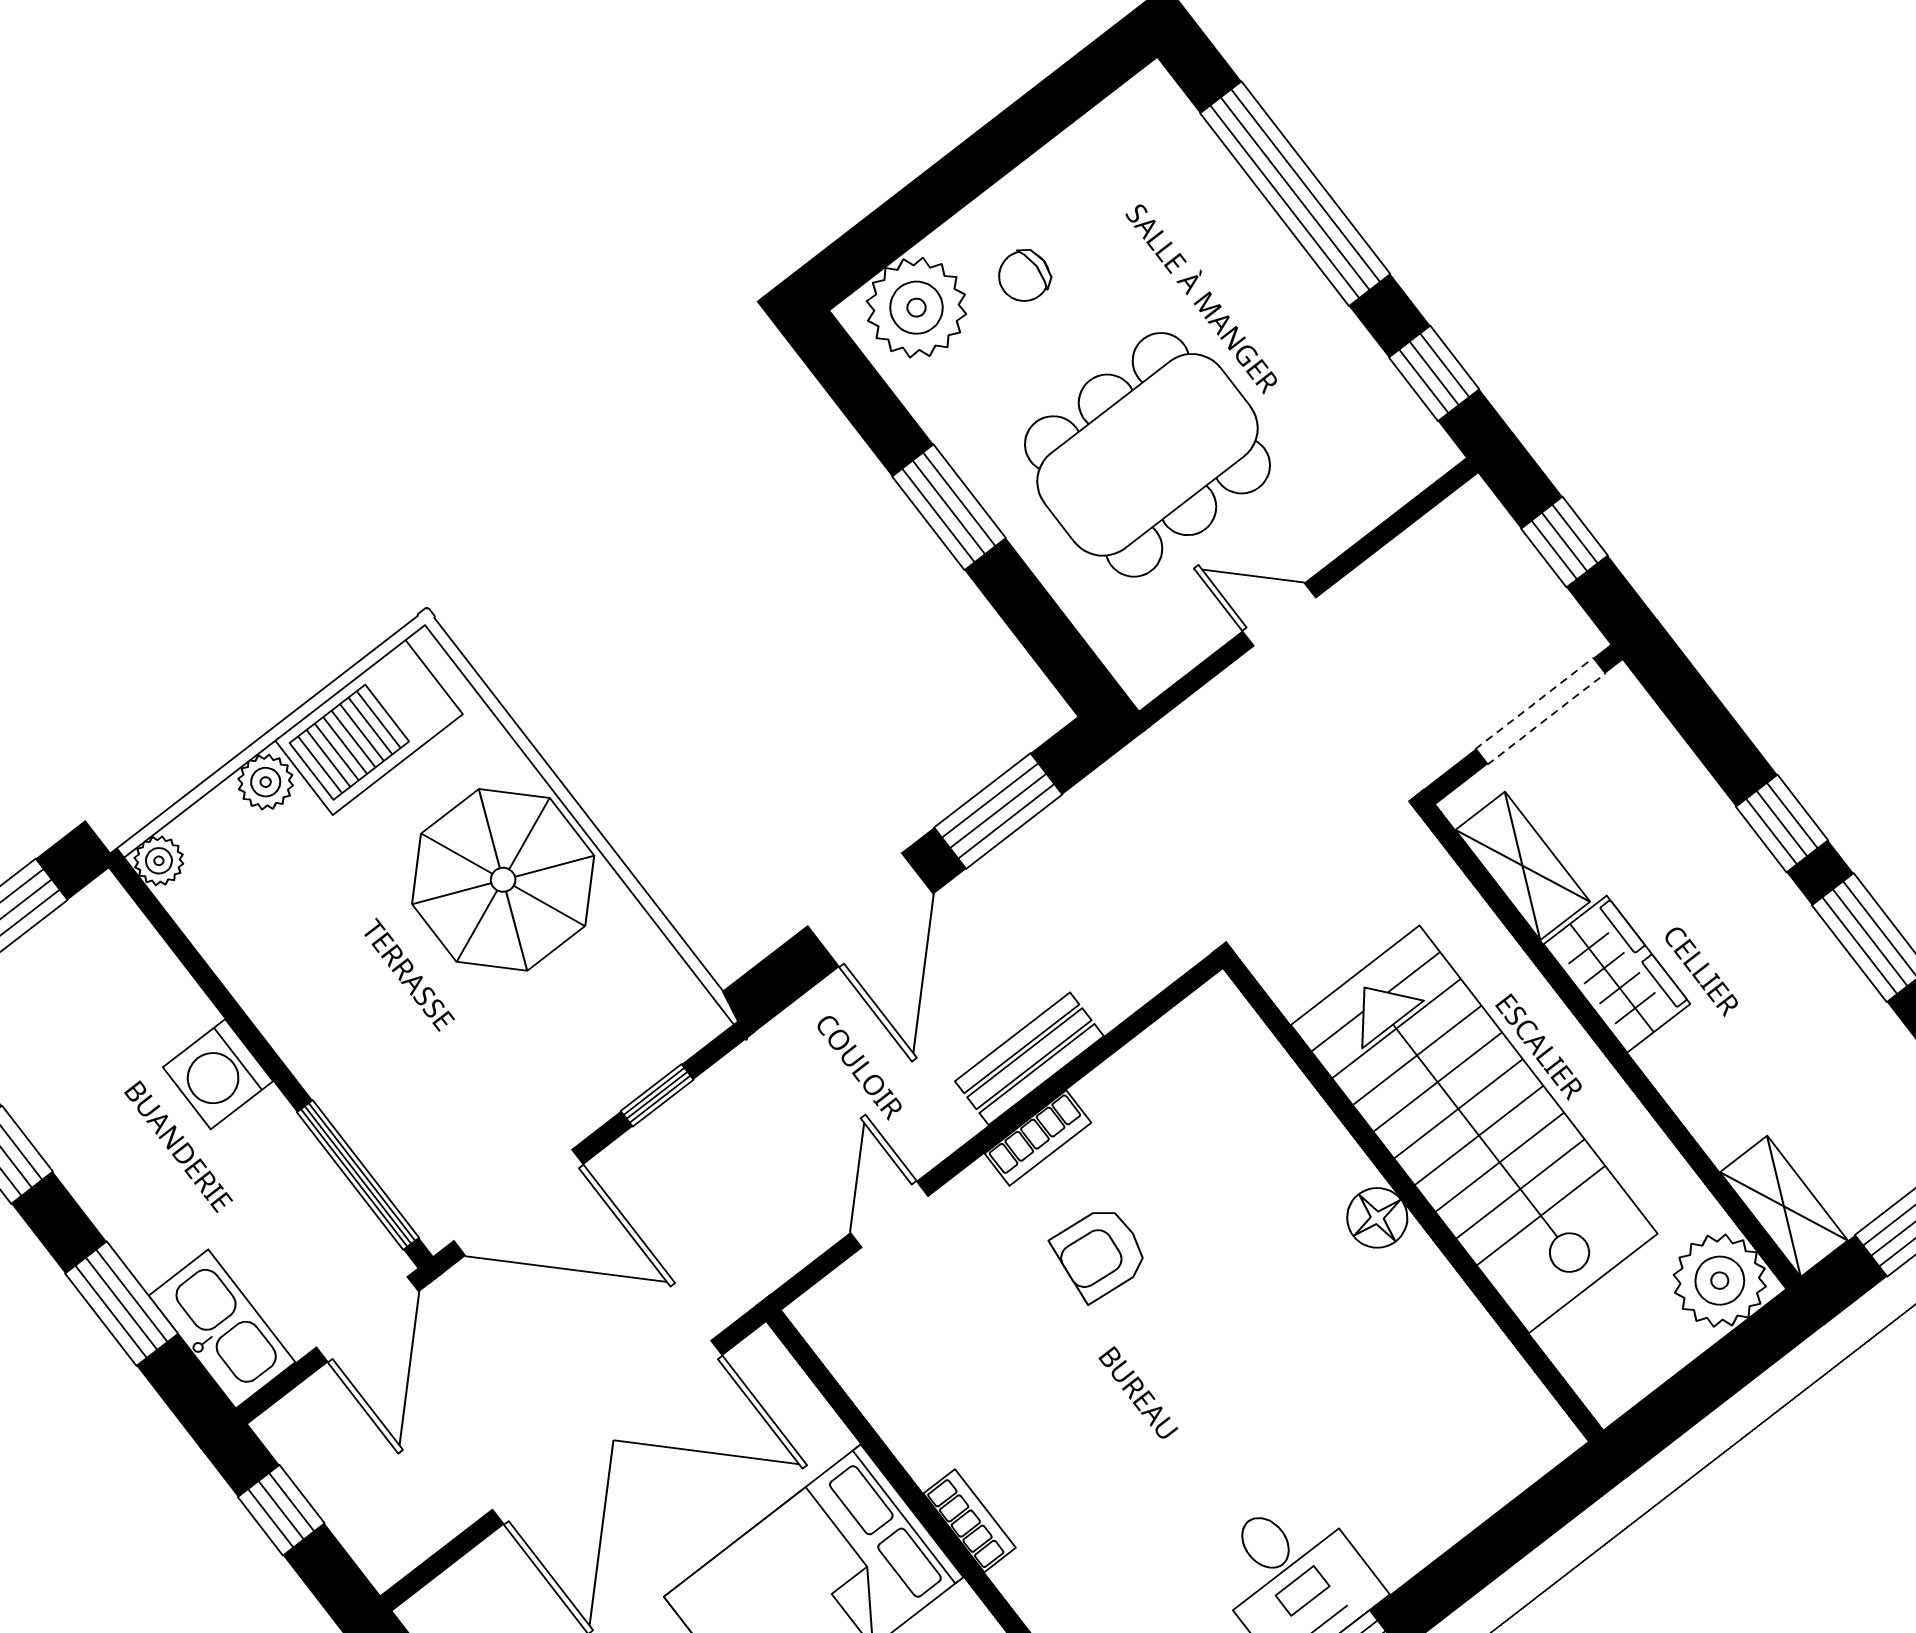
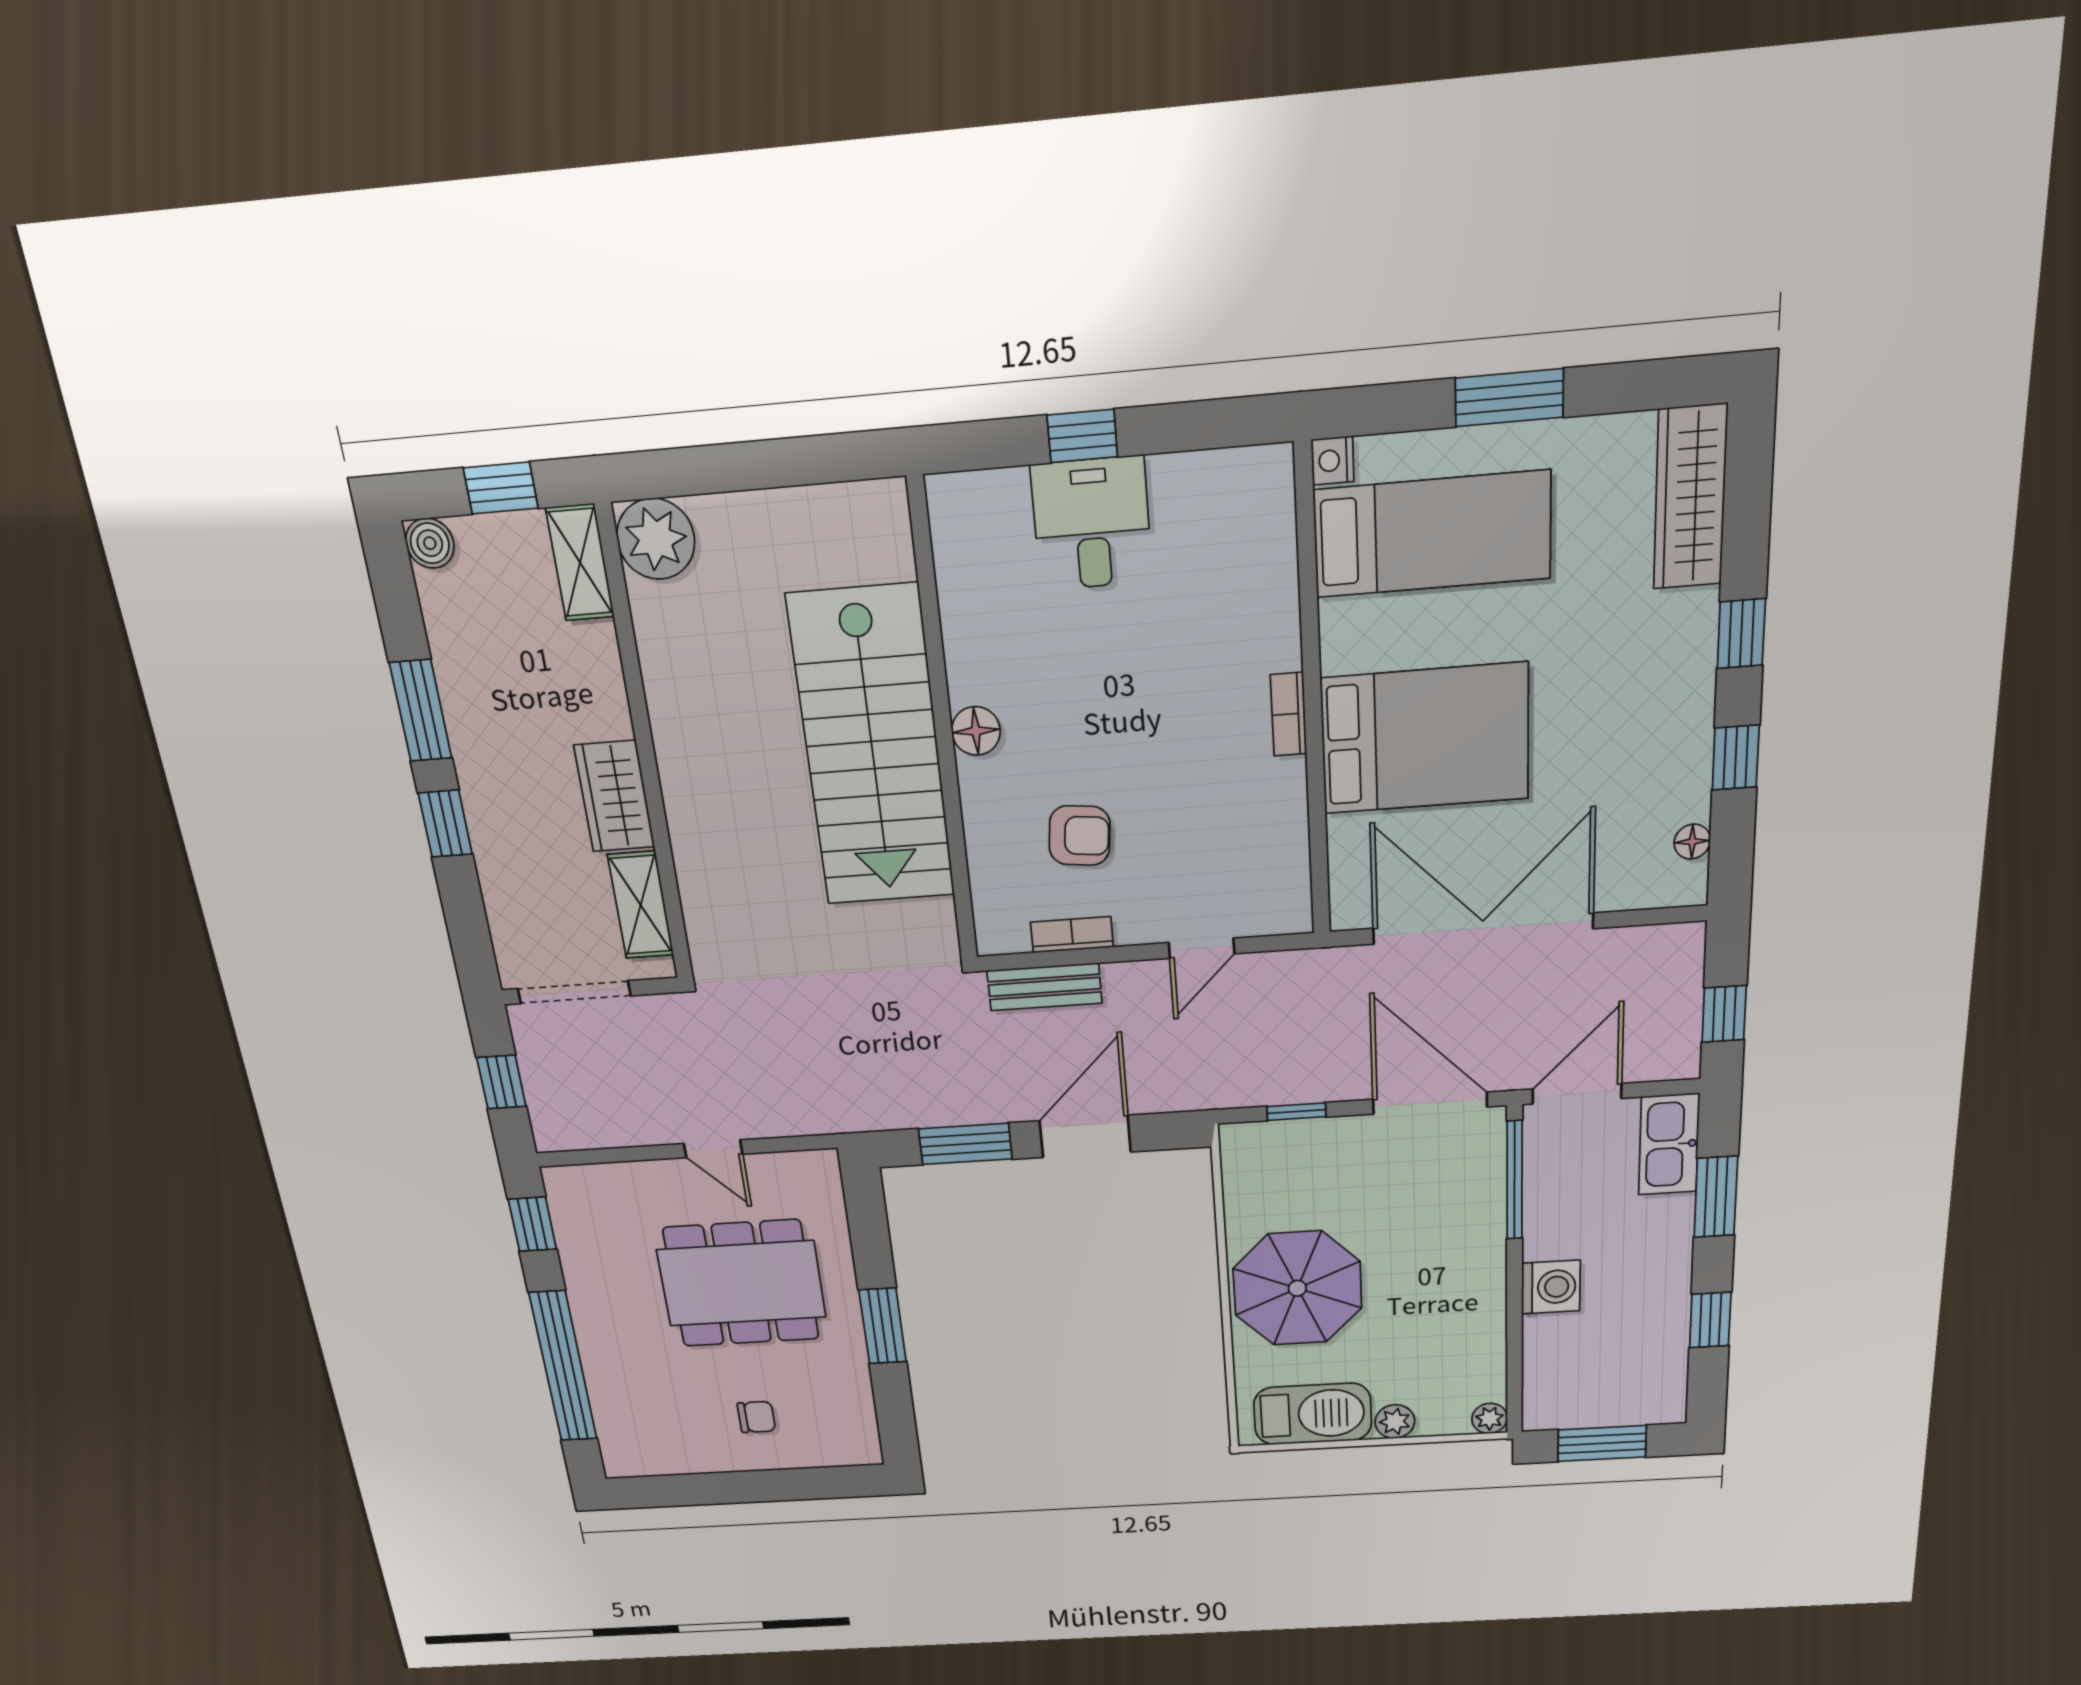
plant: (916, 308) -> (832, 1437), removed
stairs: (1474, 1129) -> (872, 748), moved
wall: (1413, 1199) -> (943, 728), moved
floor lamp: (1377, 1218) -> (976, 731), moved

